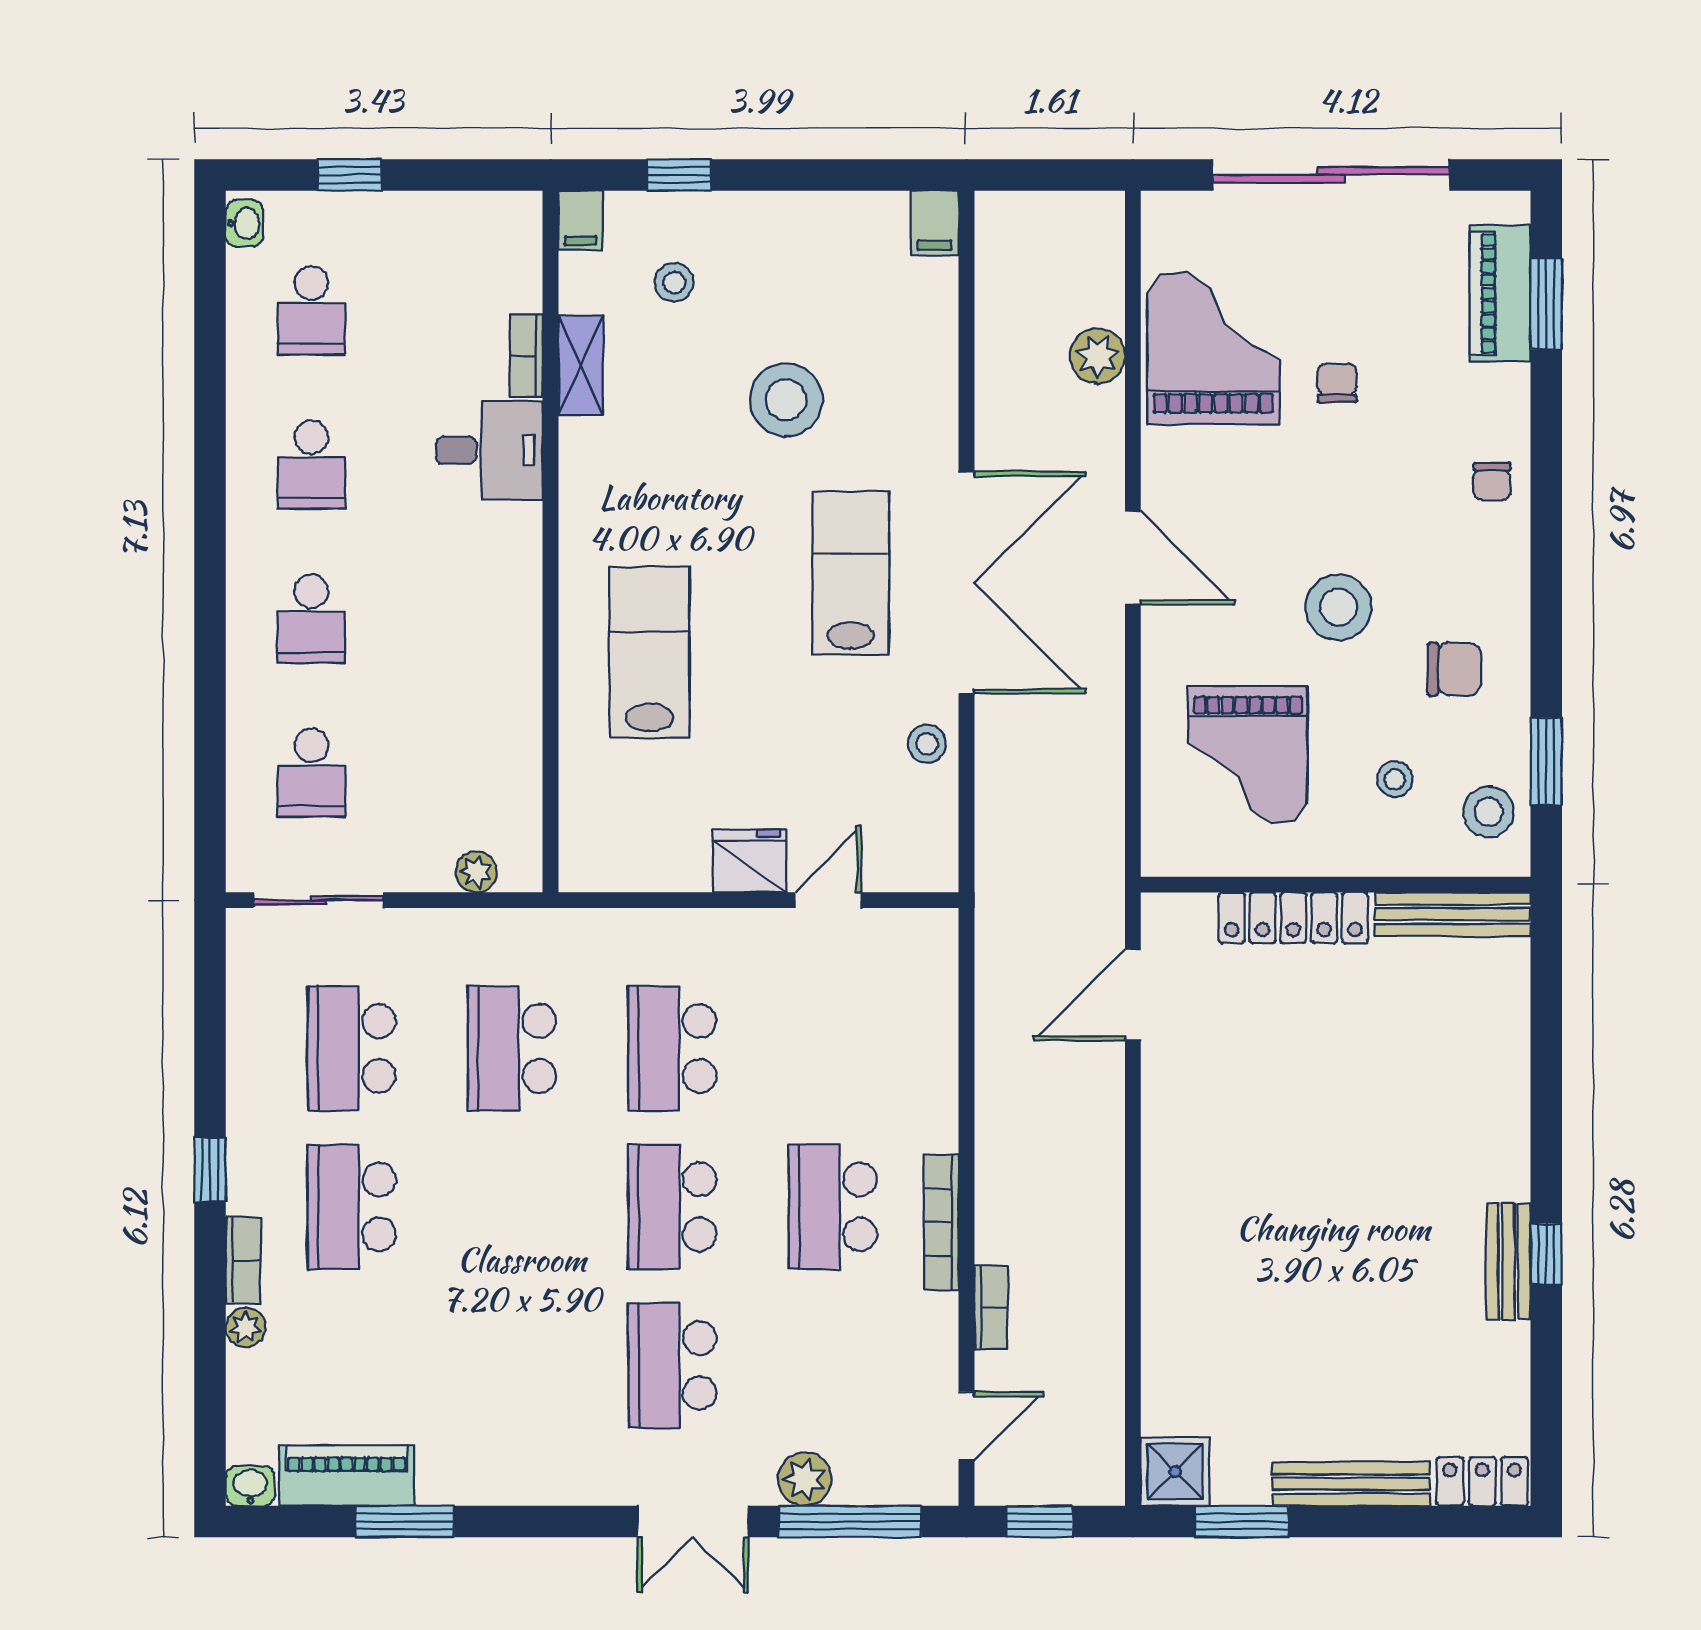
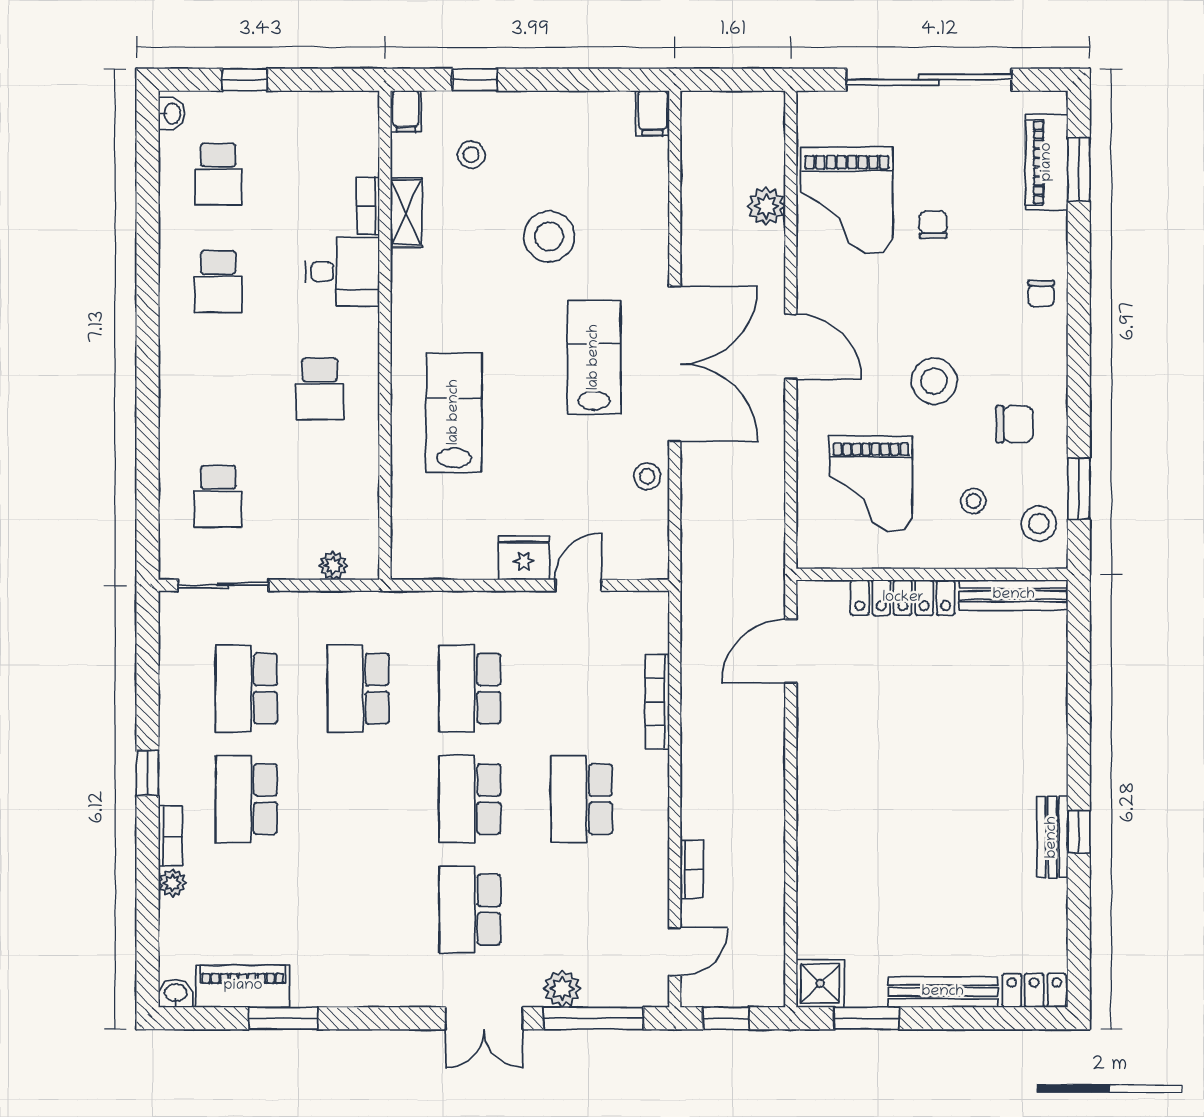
grand piano: (1213, 348) -> (847, 201), turned 180
school desk: (311, 618) -> (320, 389), moved
bookcase: (941, 1222) -> (657, 702), moved

